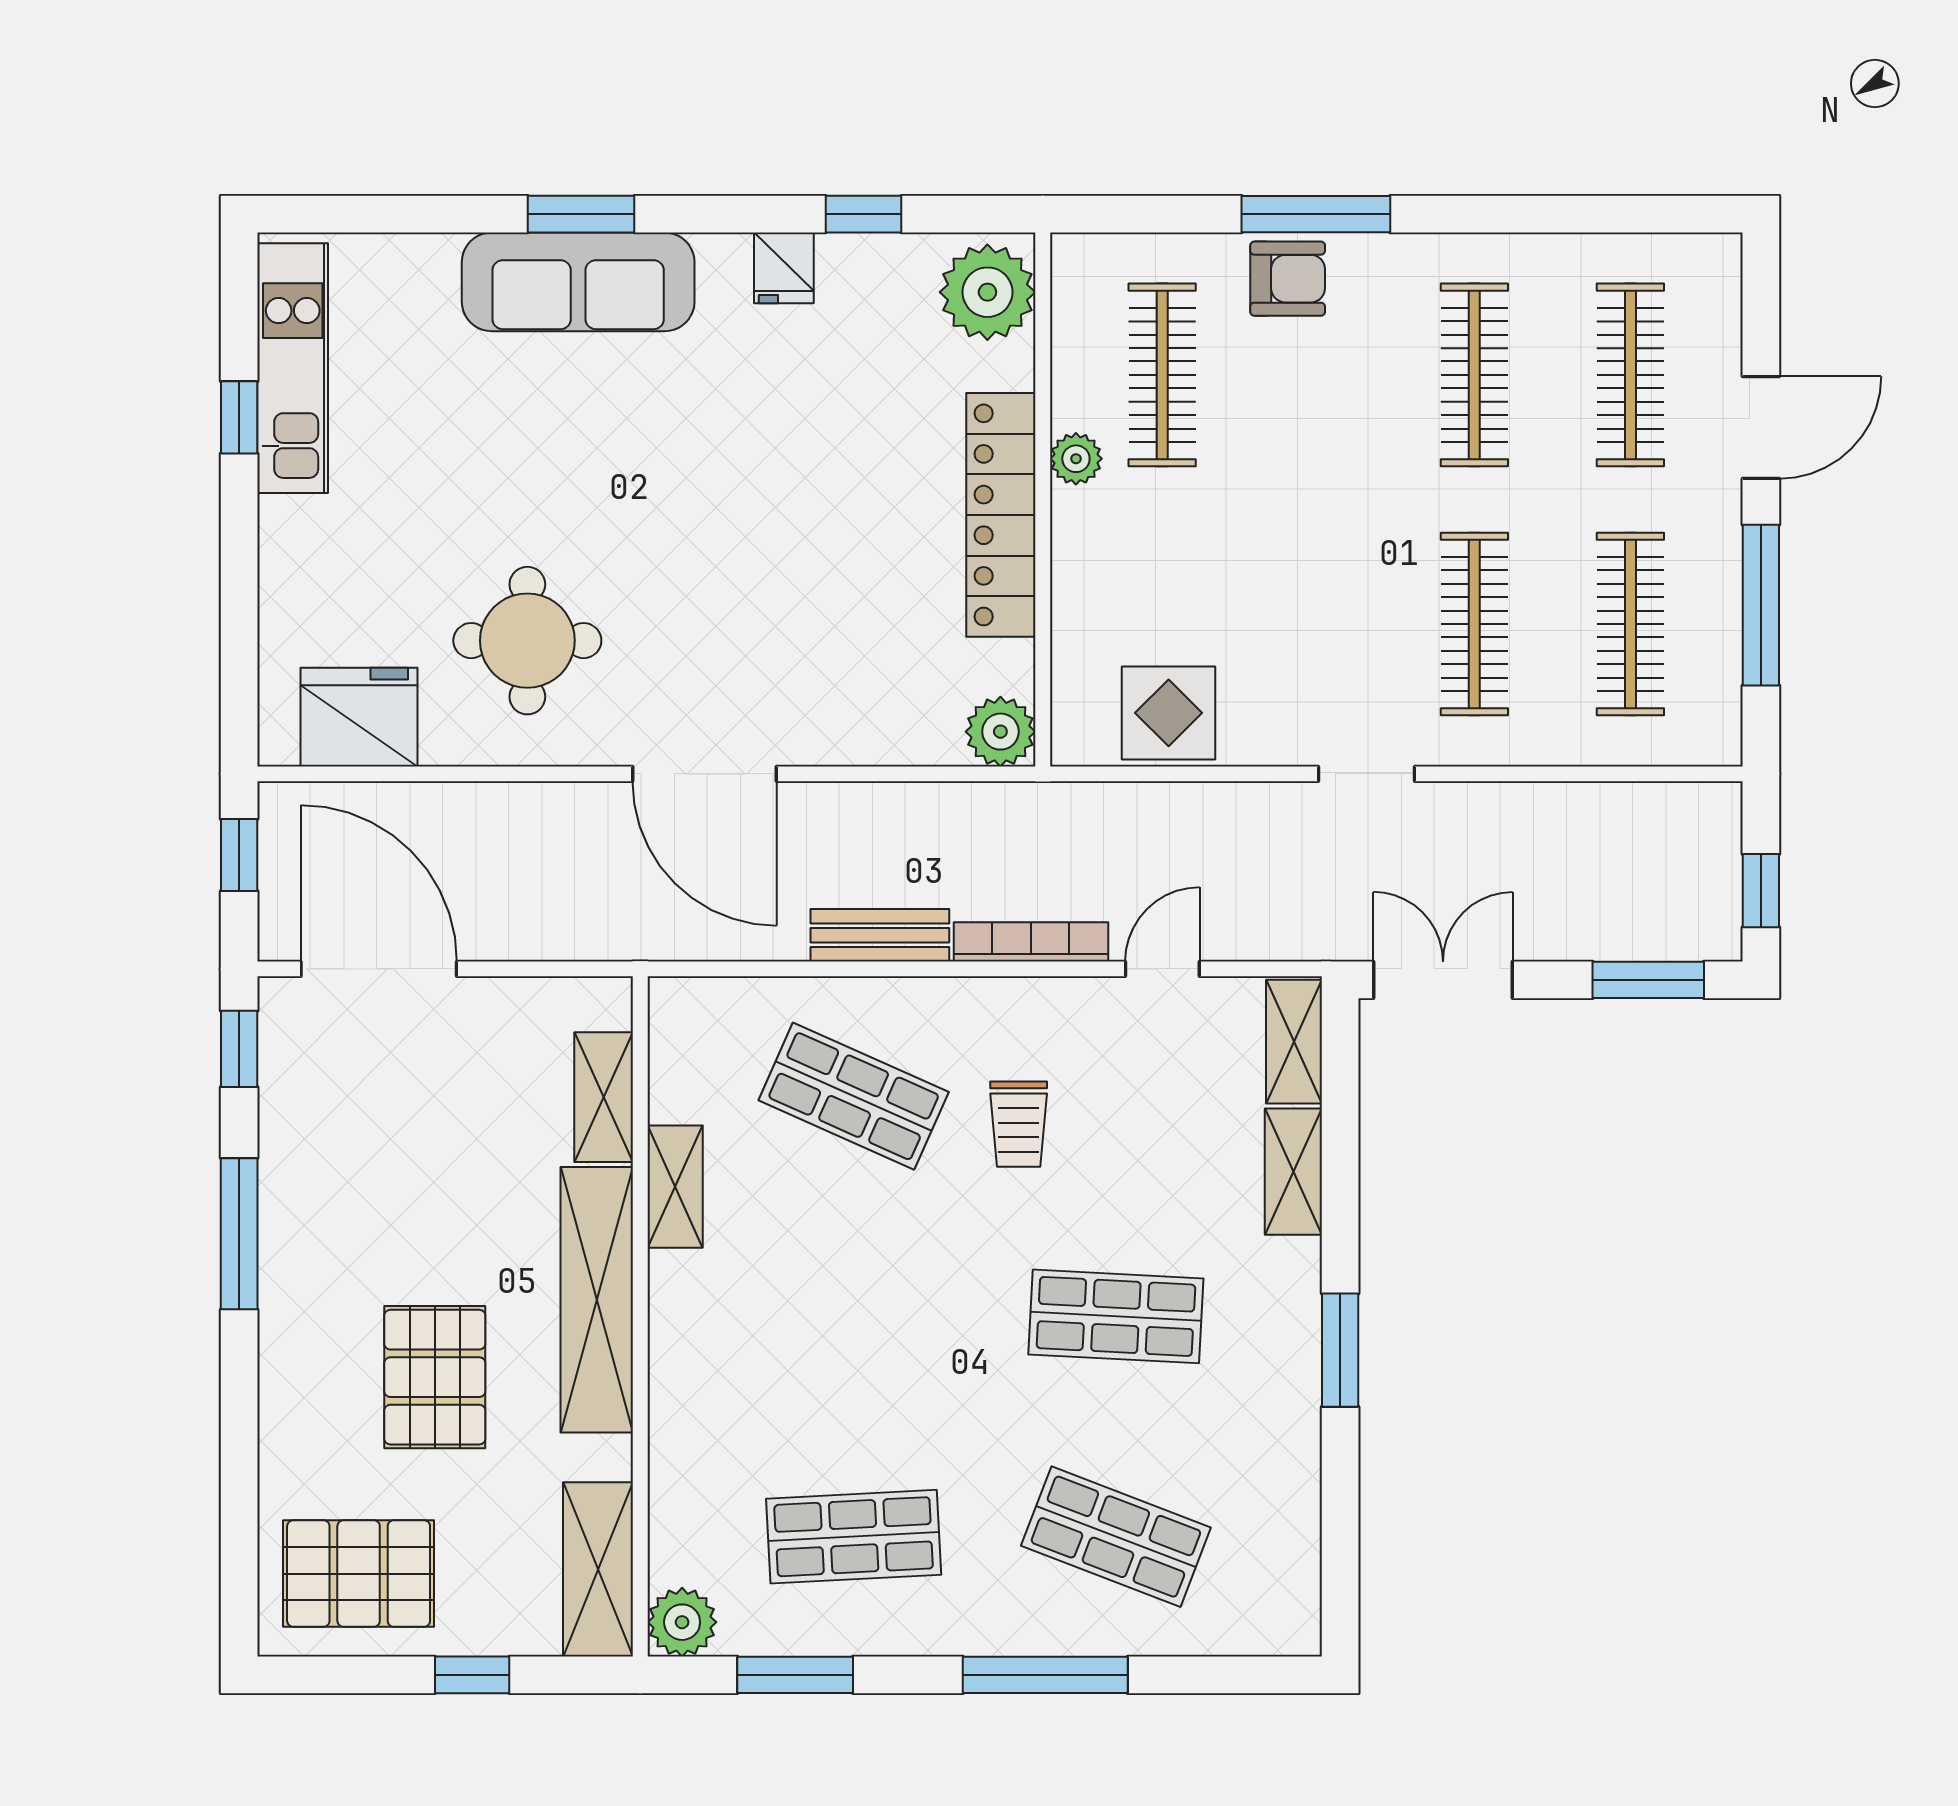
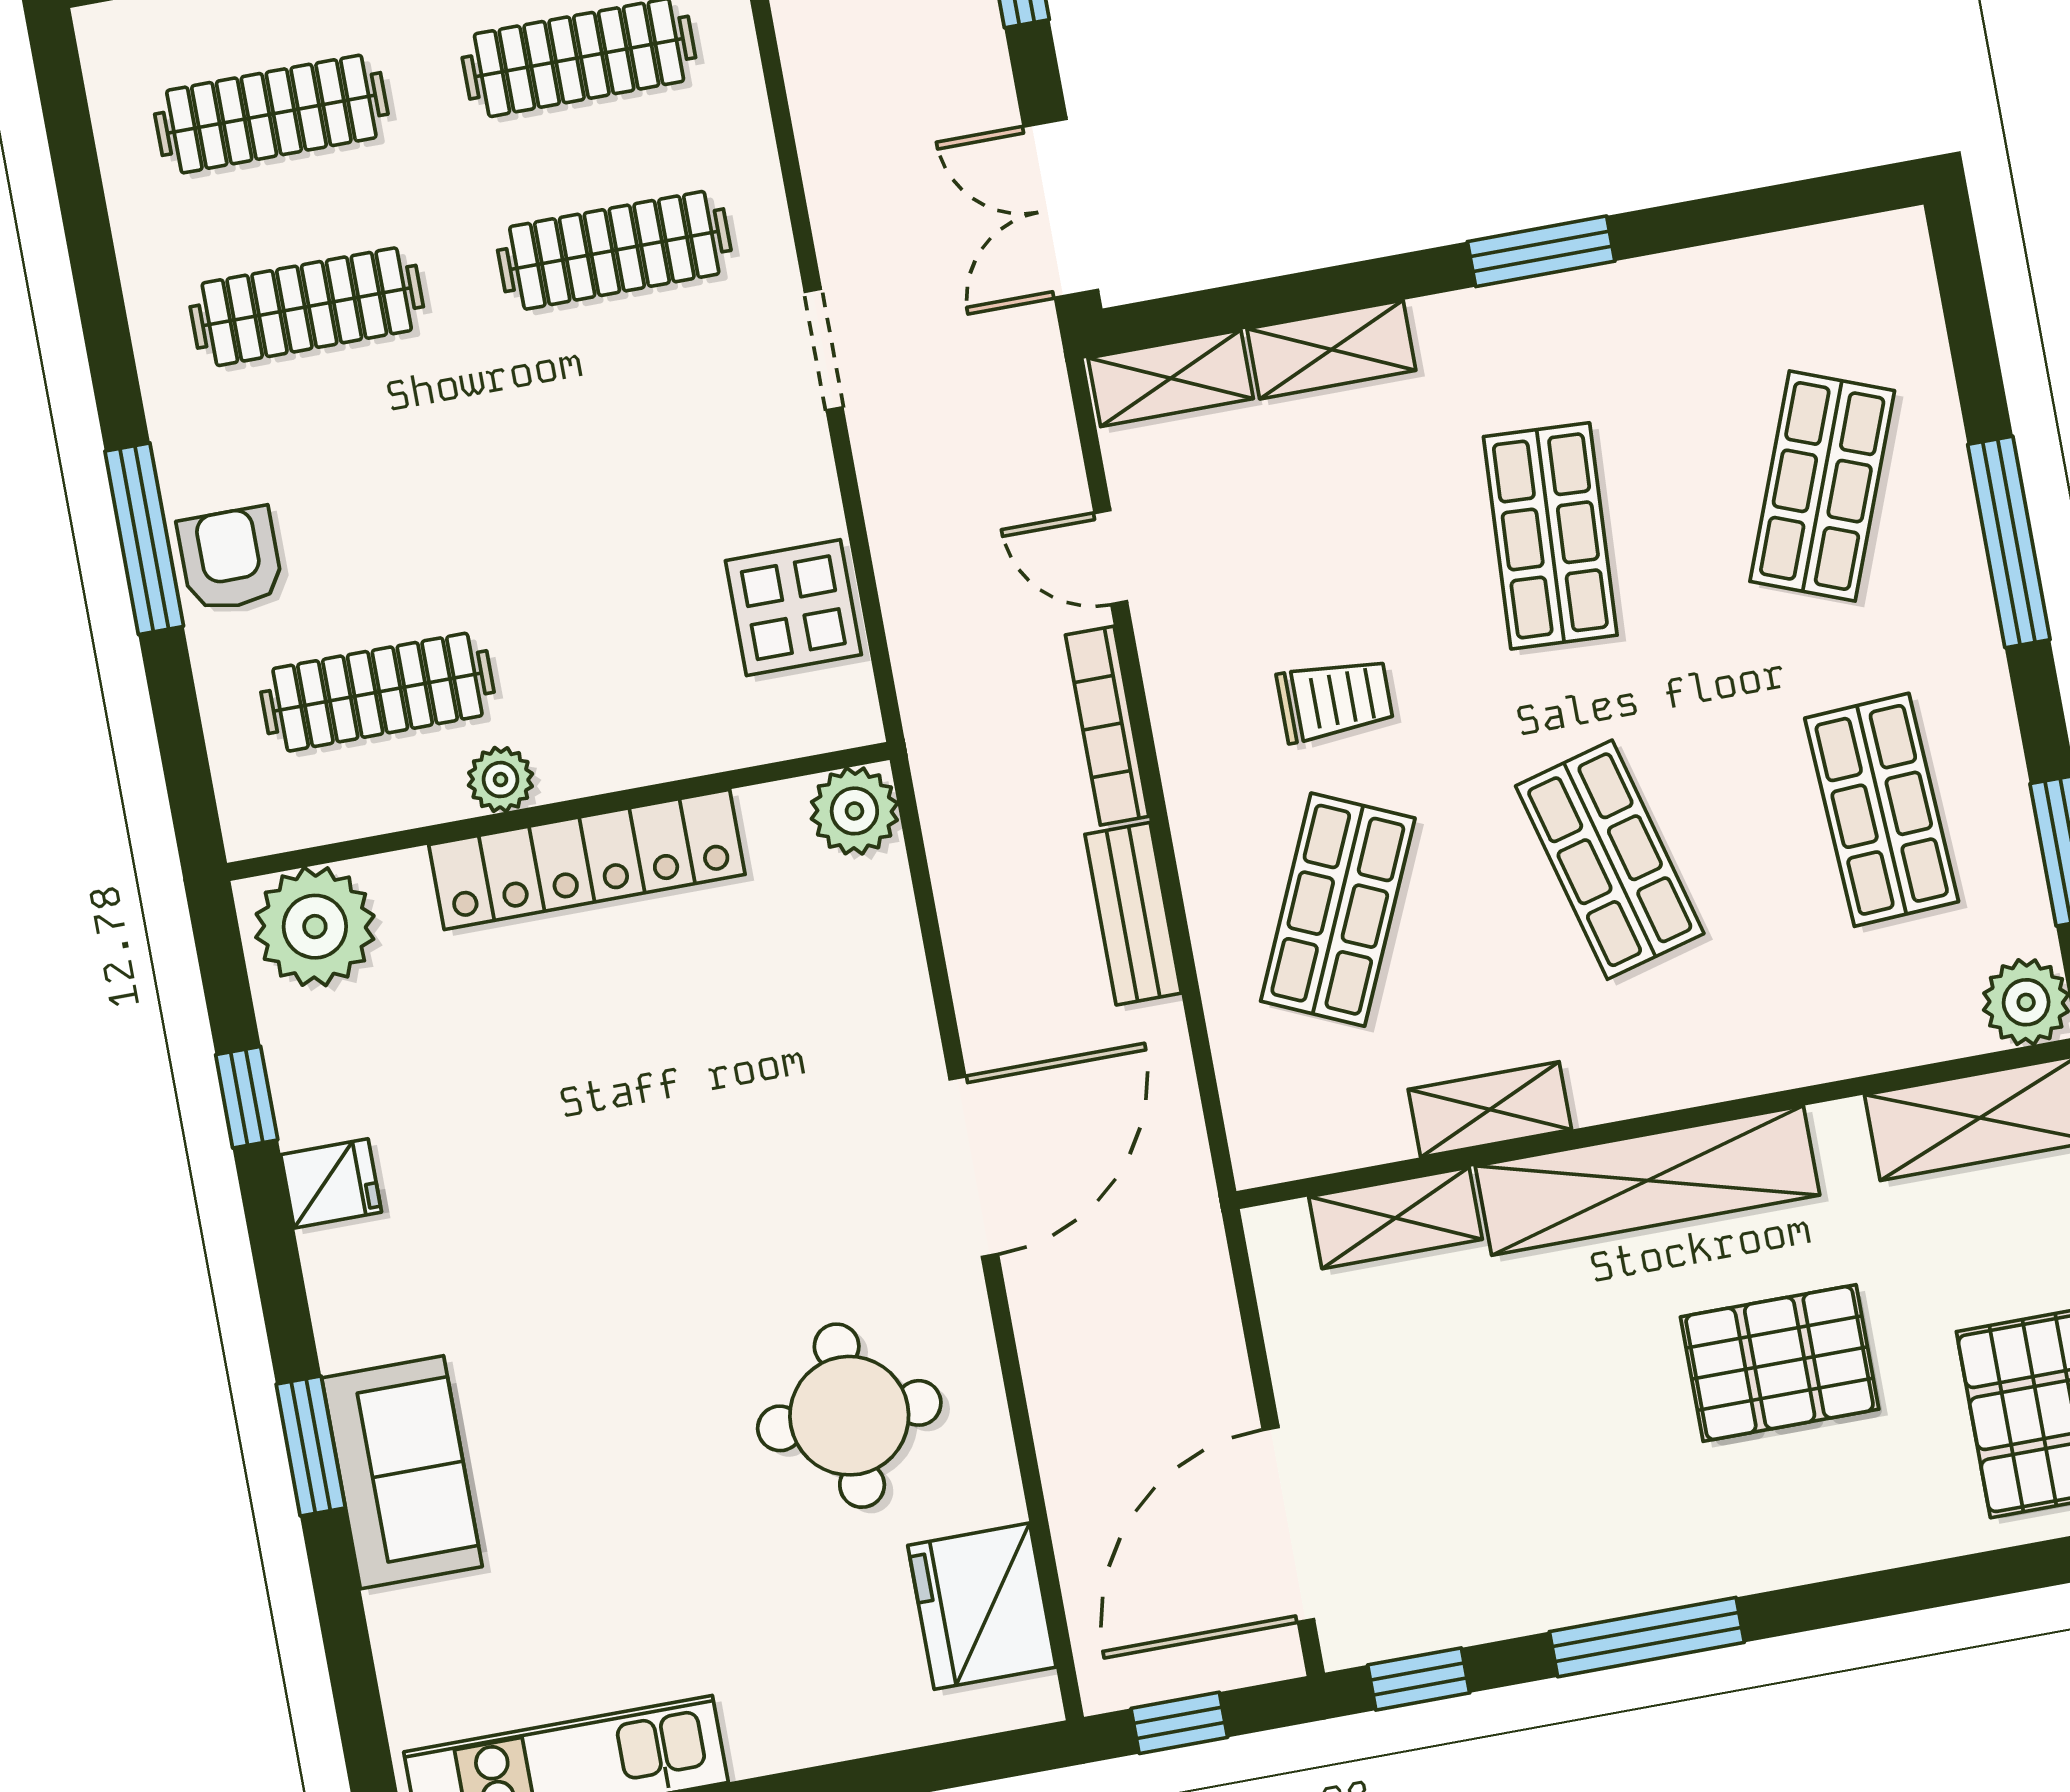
sofa: (578, 282) -> (402, 1472), width x0.73
shop shelf: (854, 1316) -> (1610, 860), added

